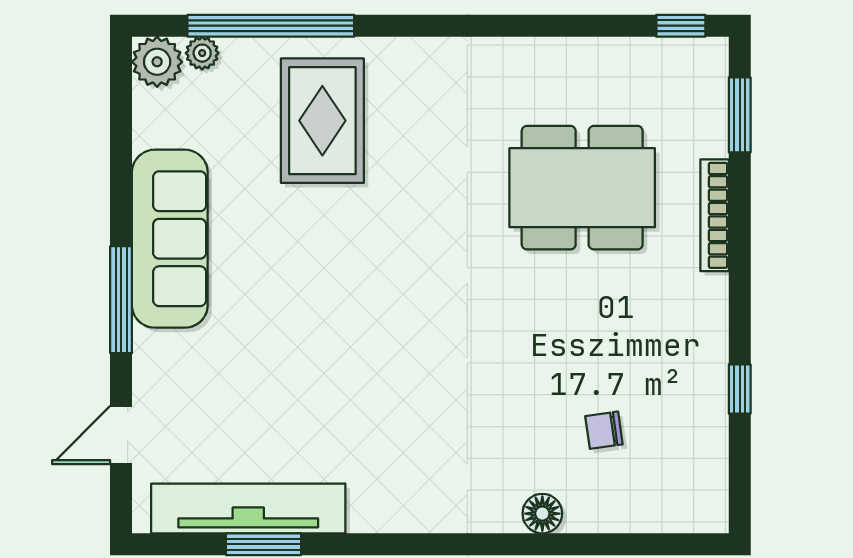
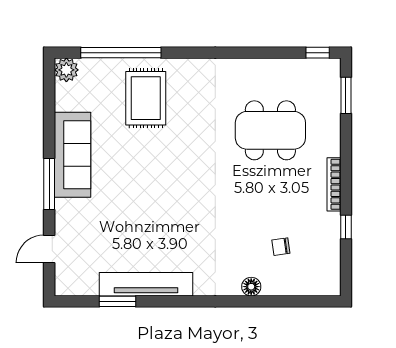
plant: (202, 53) -> (88, 66), removed
bookcase: (715, 215) -> (334, 184), moved
tv unit: (248, 508) -> (146, 284), moved

